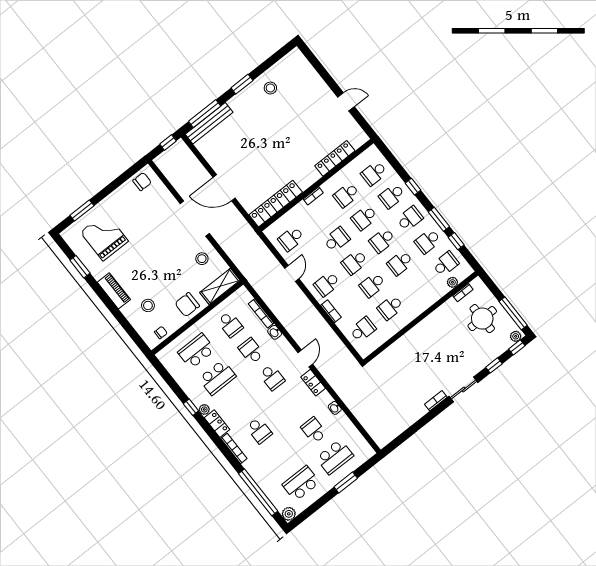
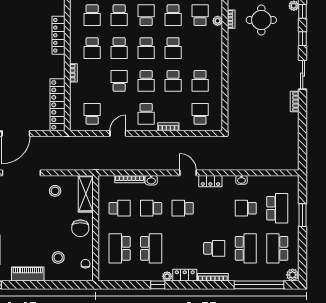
school desk: (291, 239) -> (92, 114), turned 180
door: (292, 273) -> (118, 133), hinge flipped
school desk: (272, 377) -> (183, 208), turned 180
school desk: (280, 457) -> (246, 248), added

